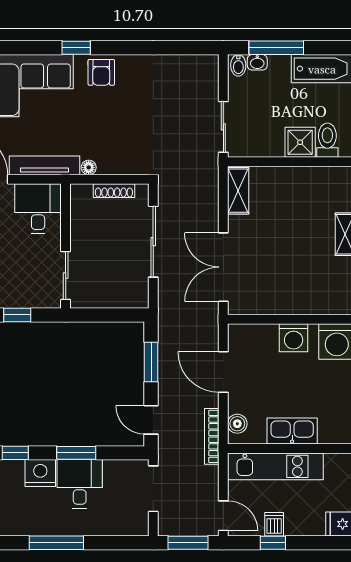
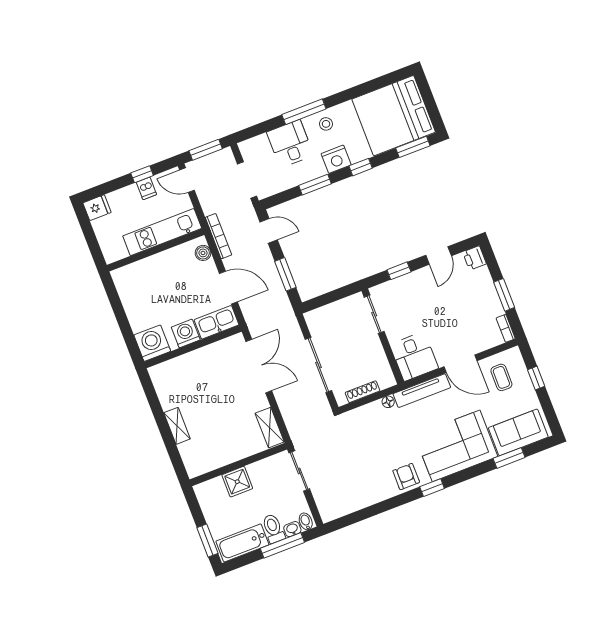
toilet: (327, 140) -> (273, 528), moved, turned 180
kitchen sink: (292, 431) -> (217, 322), moved, turned 180
desk: (80, 484) -> (290, 144), moved, turned 180
stool: (36, 519) -> (326, 124), added

